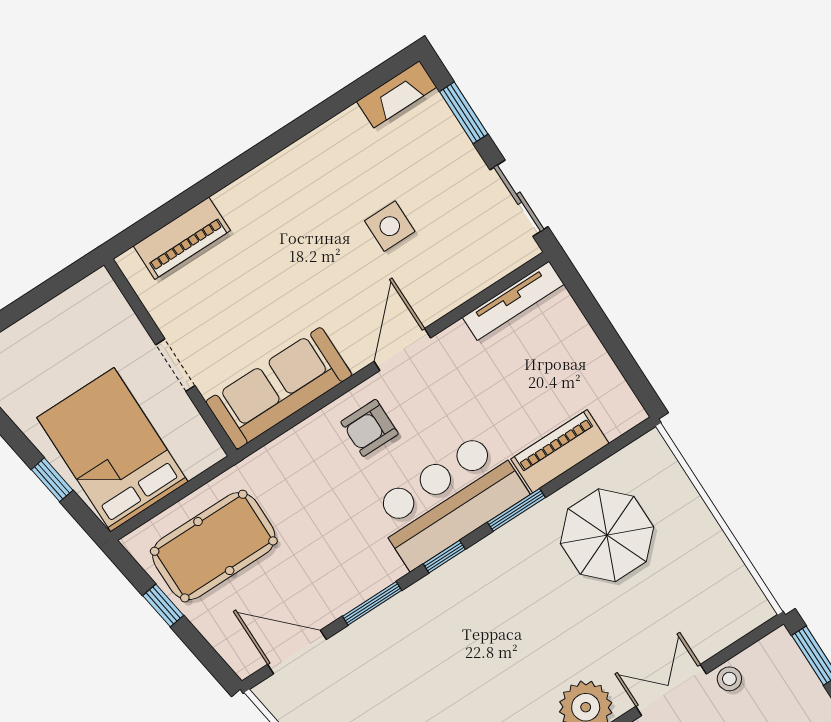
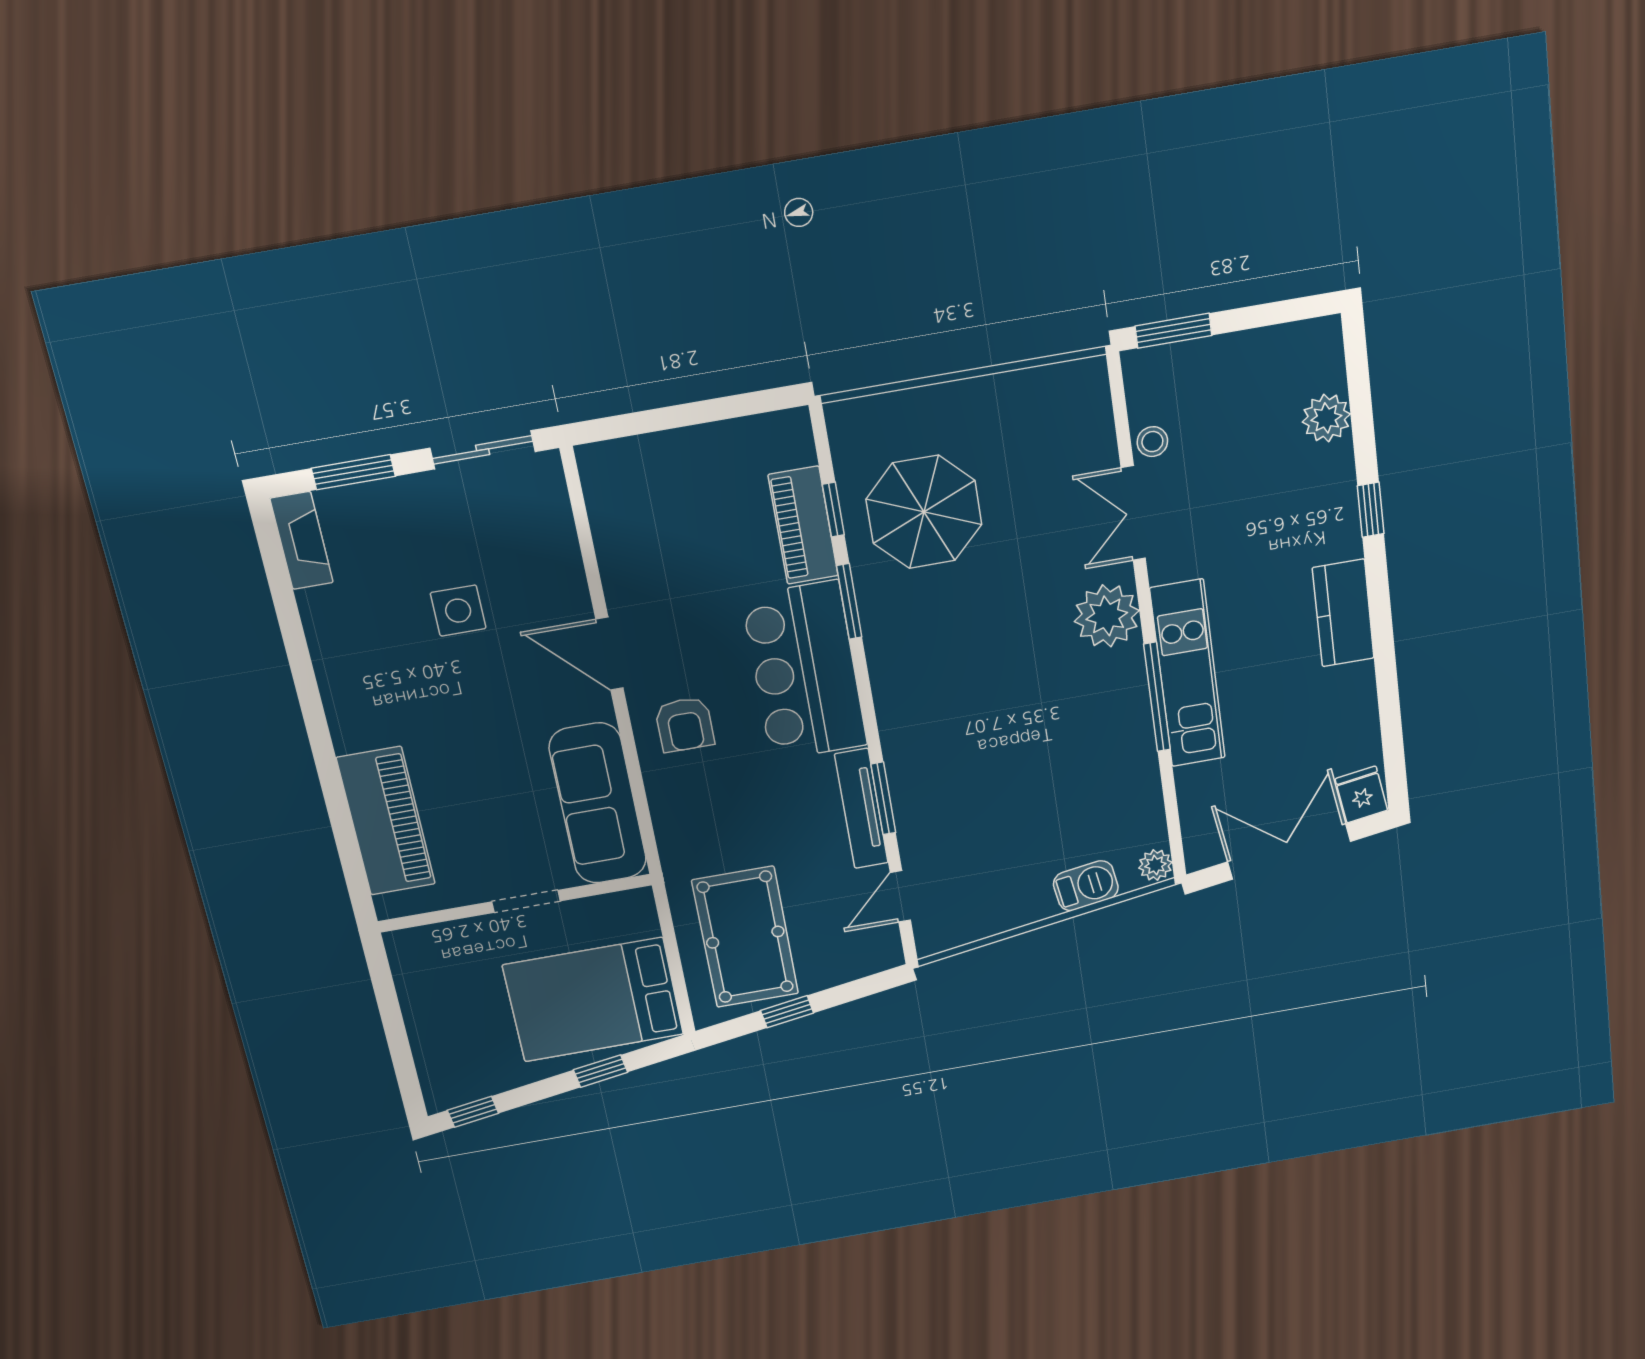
piano: (182, 238) -> (386, 821), width x1.37, depth x1.33
tv unit: (513, 301) -> (861, 809), moved, turned 180
window: (444, 557) -> (833, 510), moved
door: (297, 652) -> (900, 896), width x0.73

